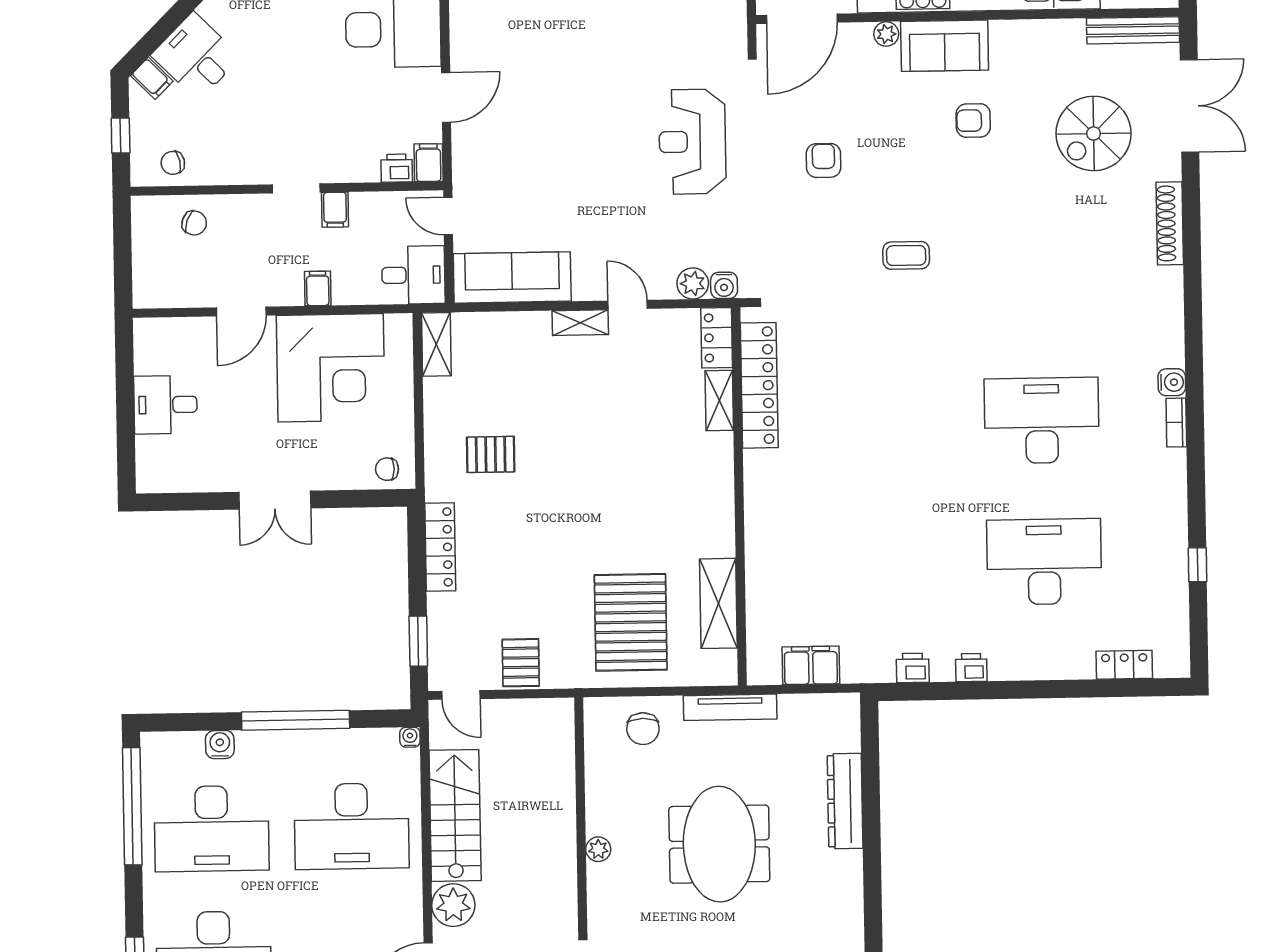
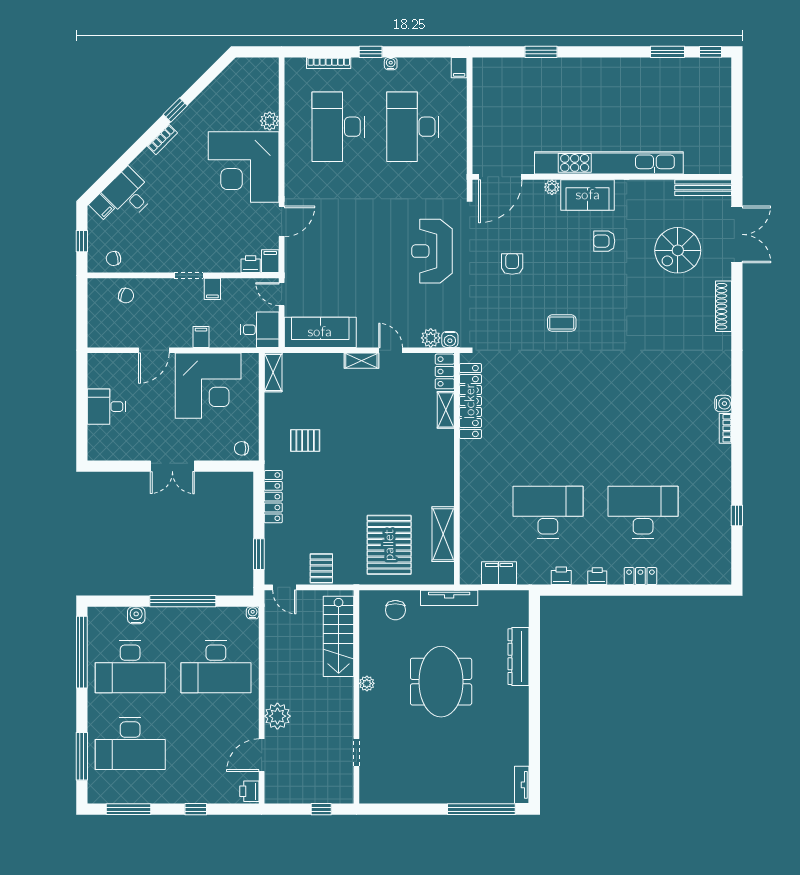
desk: (1042, 420) -> (548, 512), moved
locker: (1124, 665) -> (640, 576), moved
stairs: (455, 815) -> (339, 636), moved, turned 180

